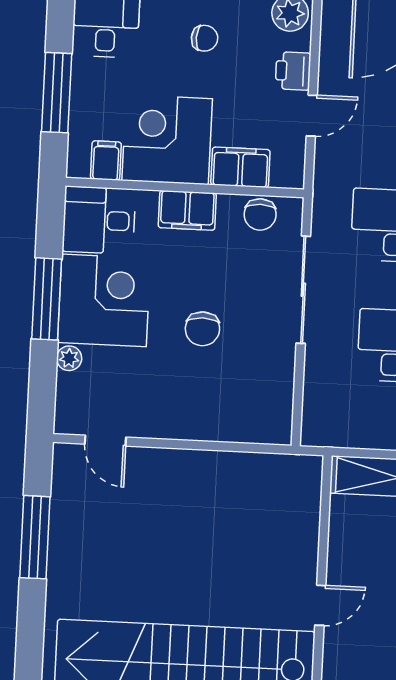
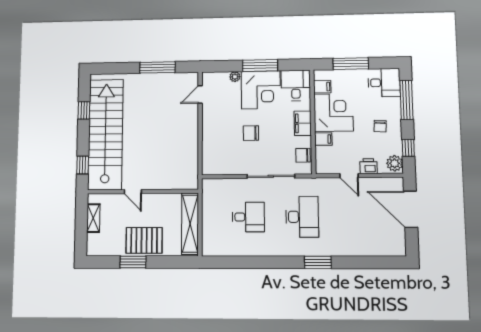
filing cabinet: (240, 167) -> (323, 139), width x0.50

